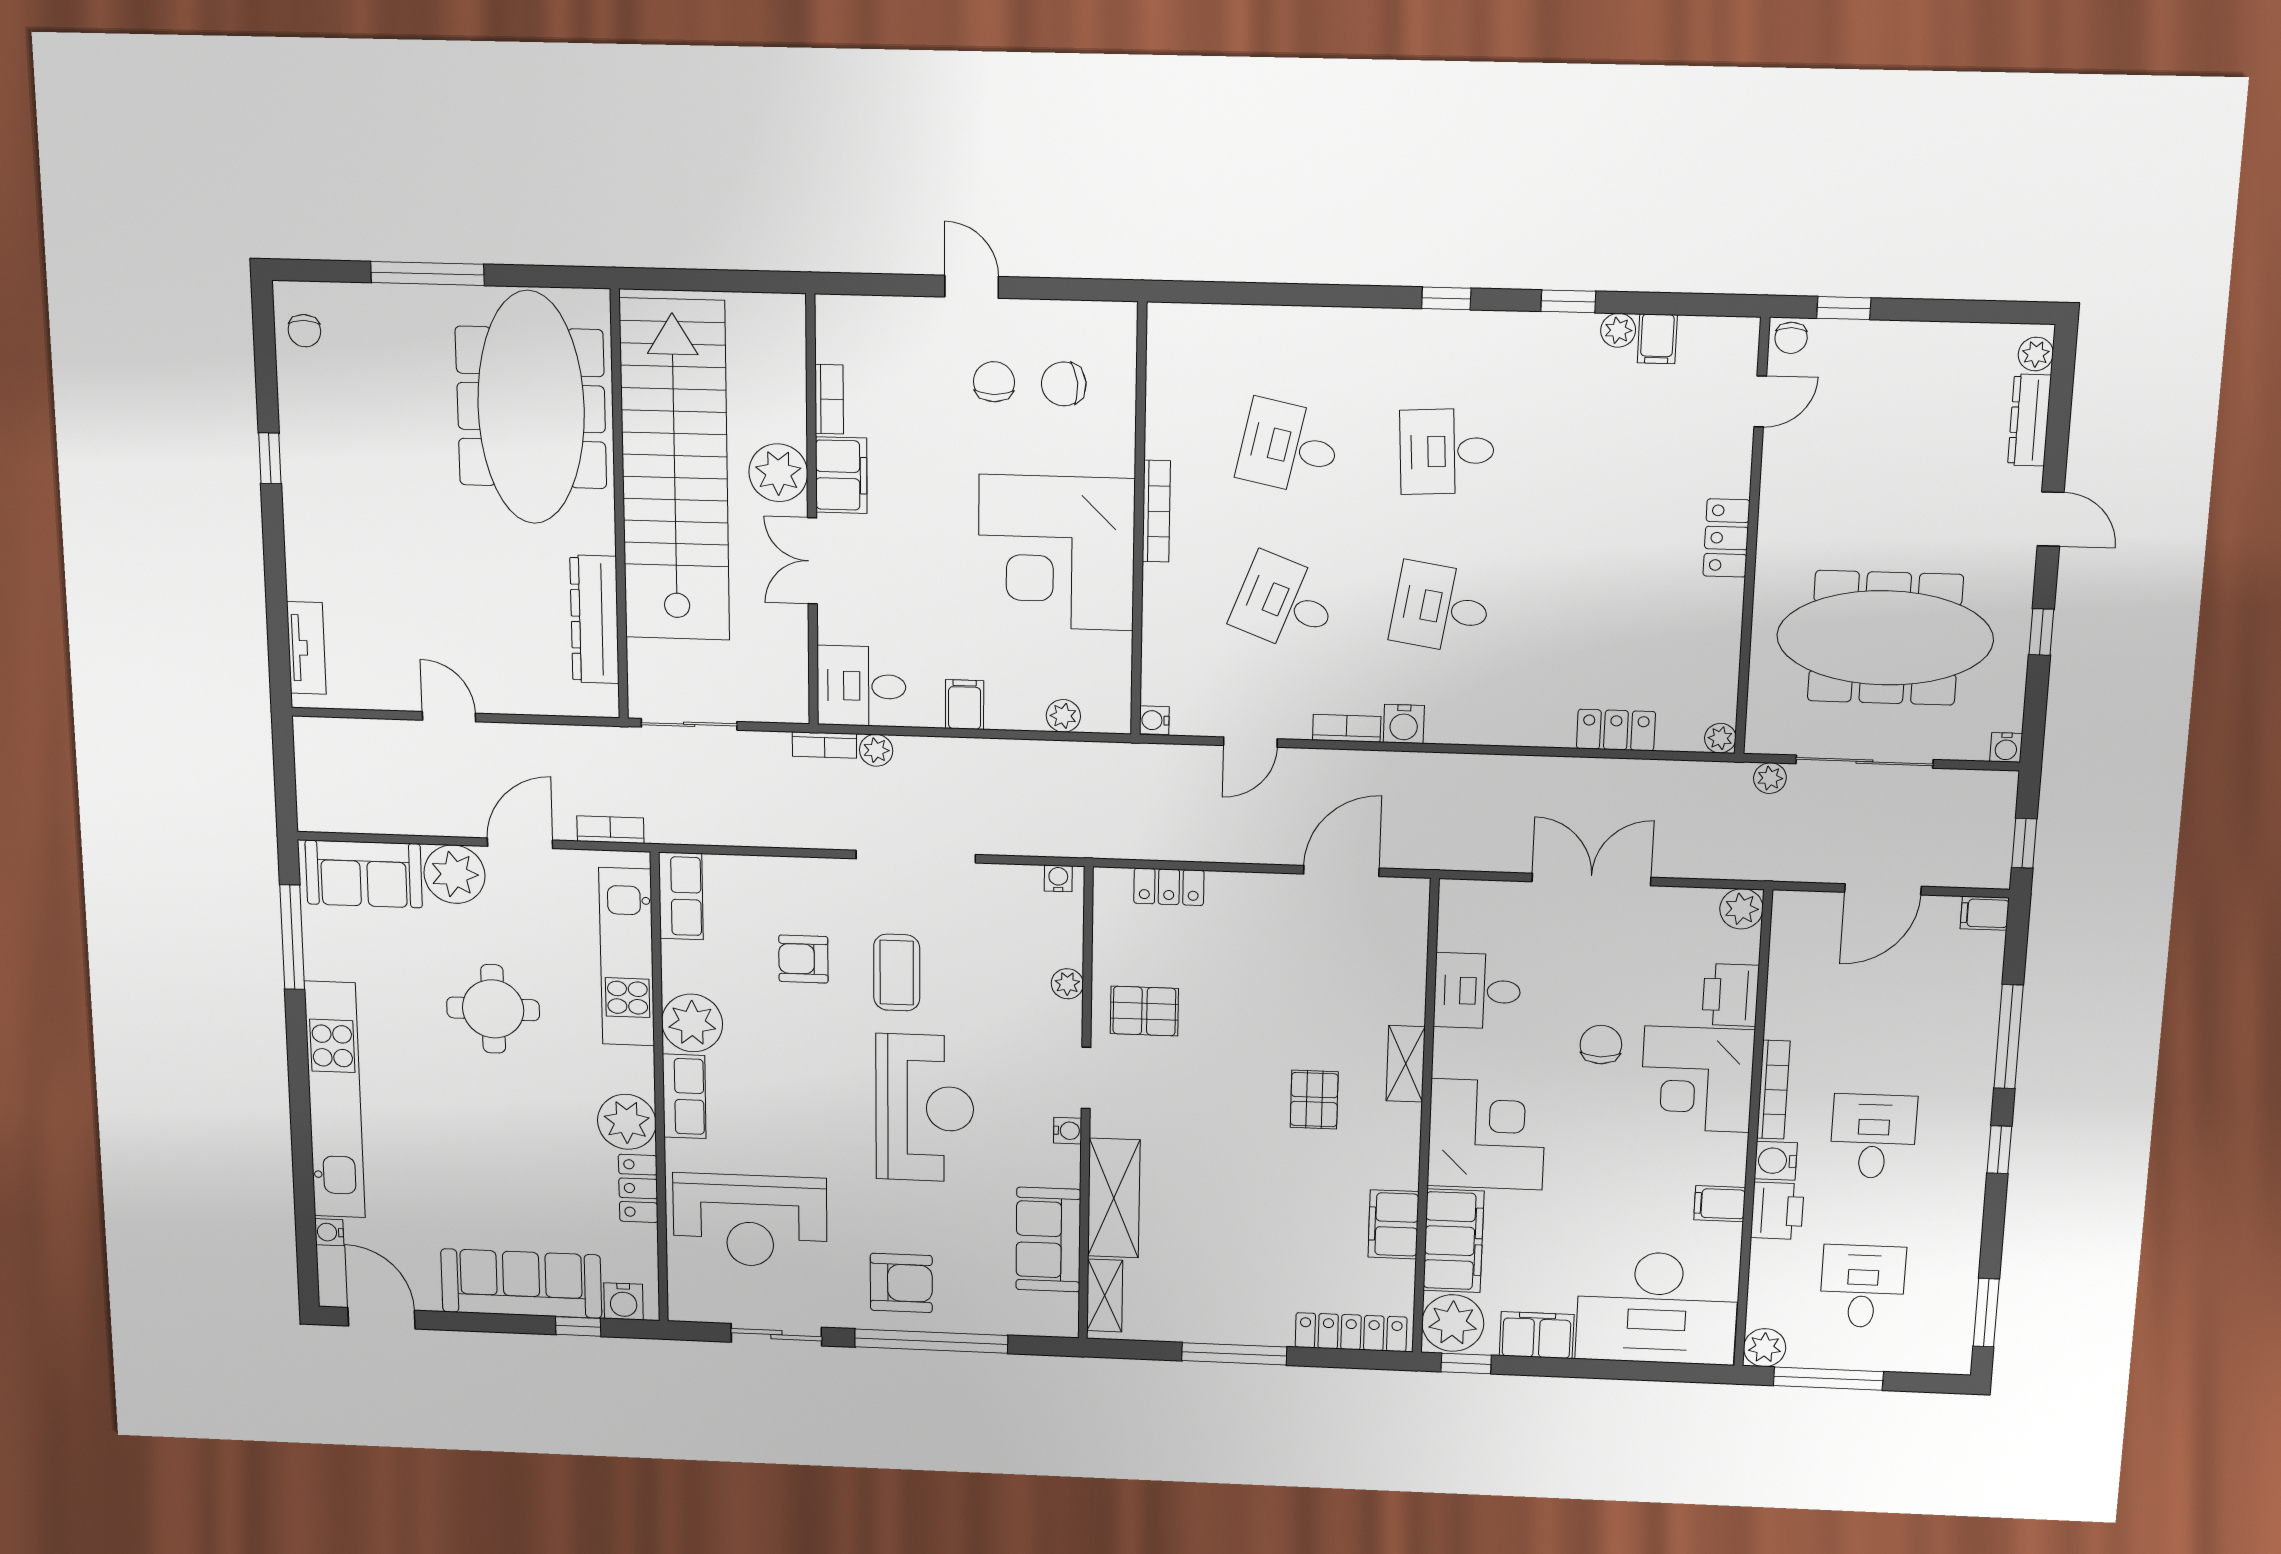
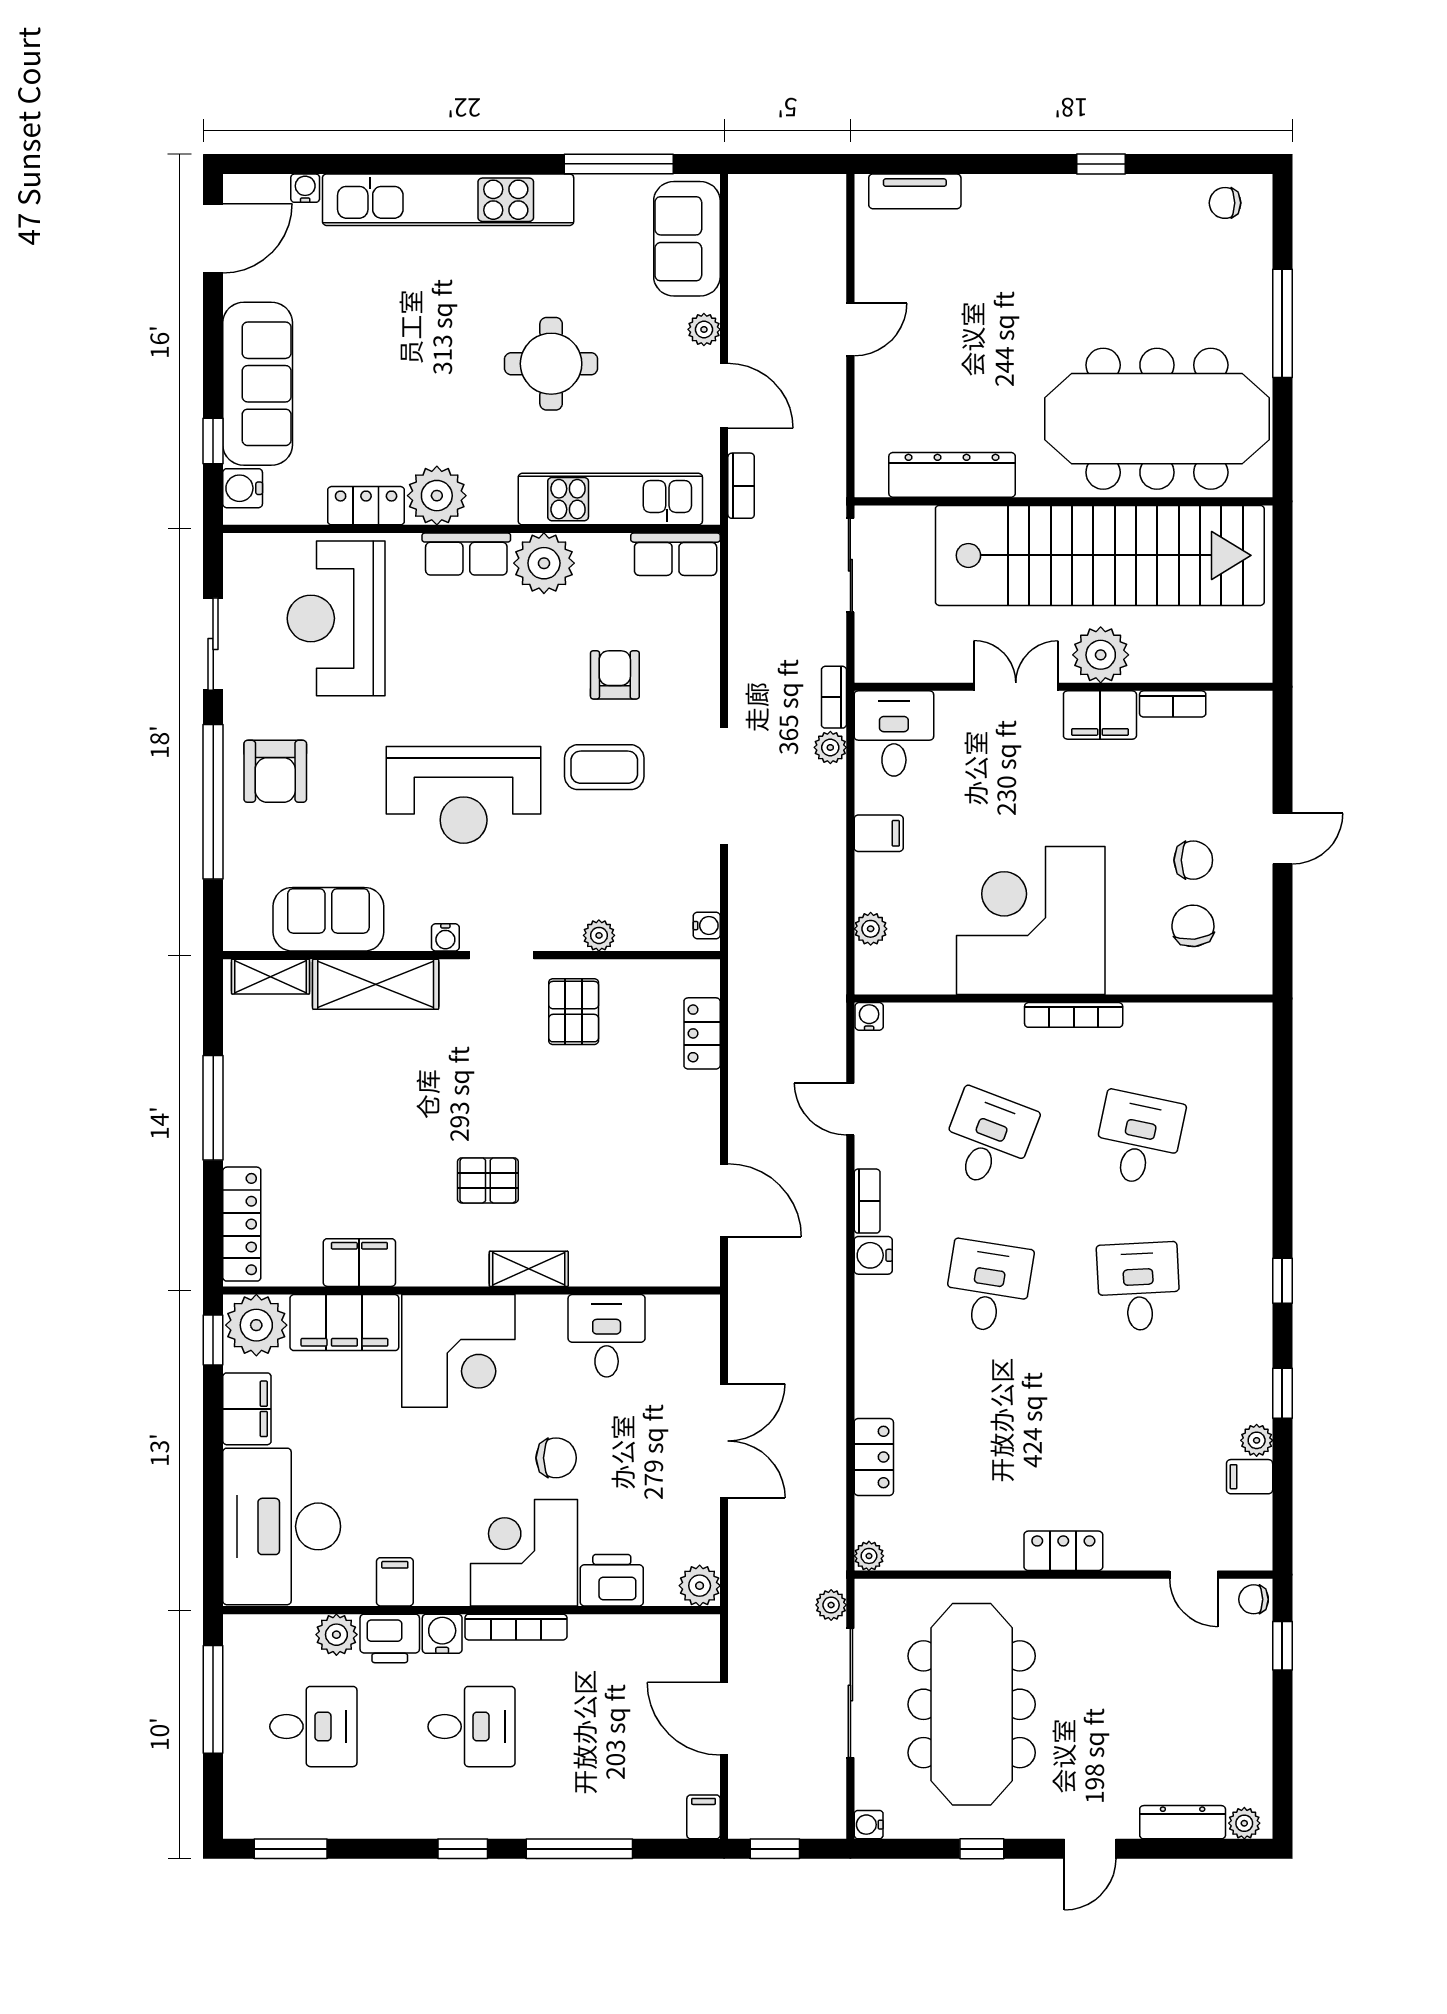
plant: (454, 874) -> (704, 329), width x0.53, depth x0.53
plant: (1765, 1348) -> (336, 1635), moved

